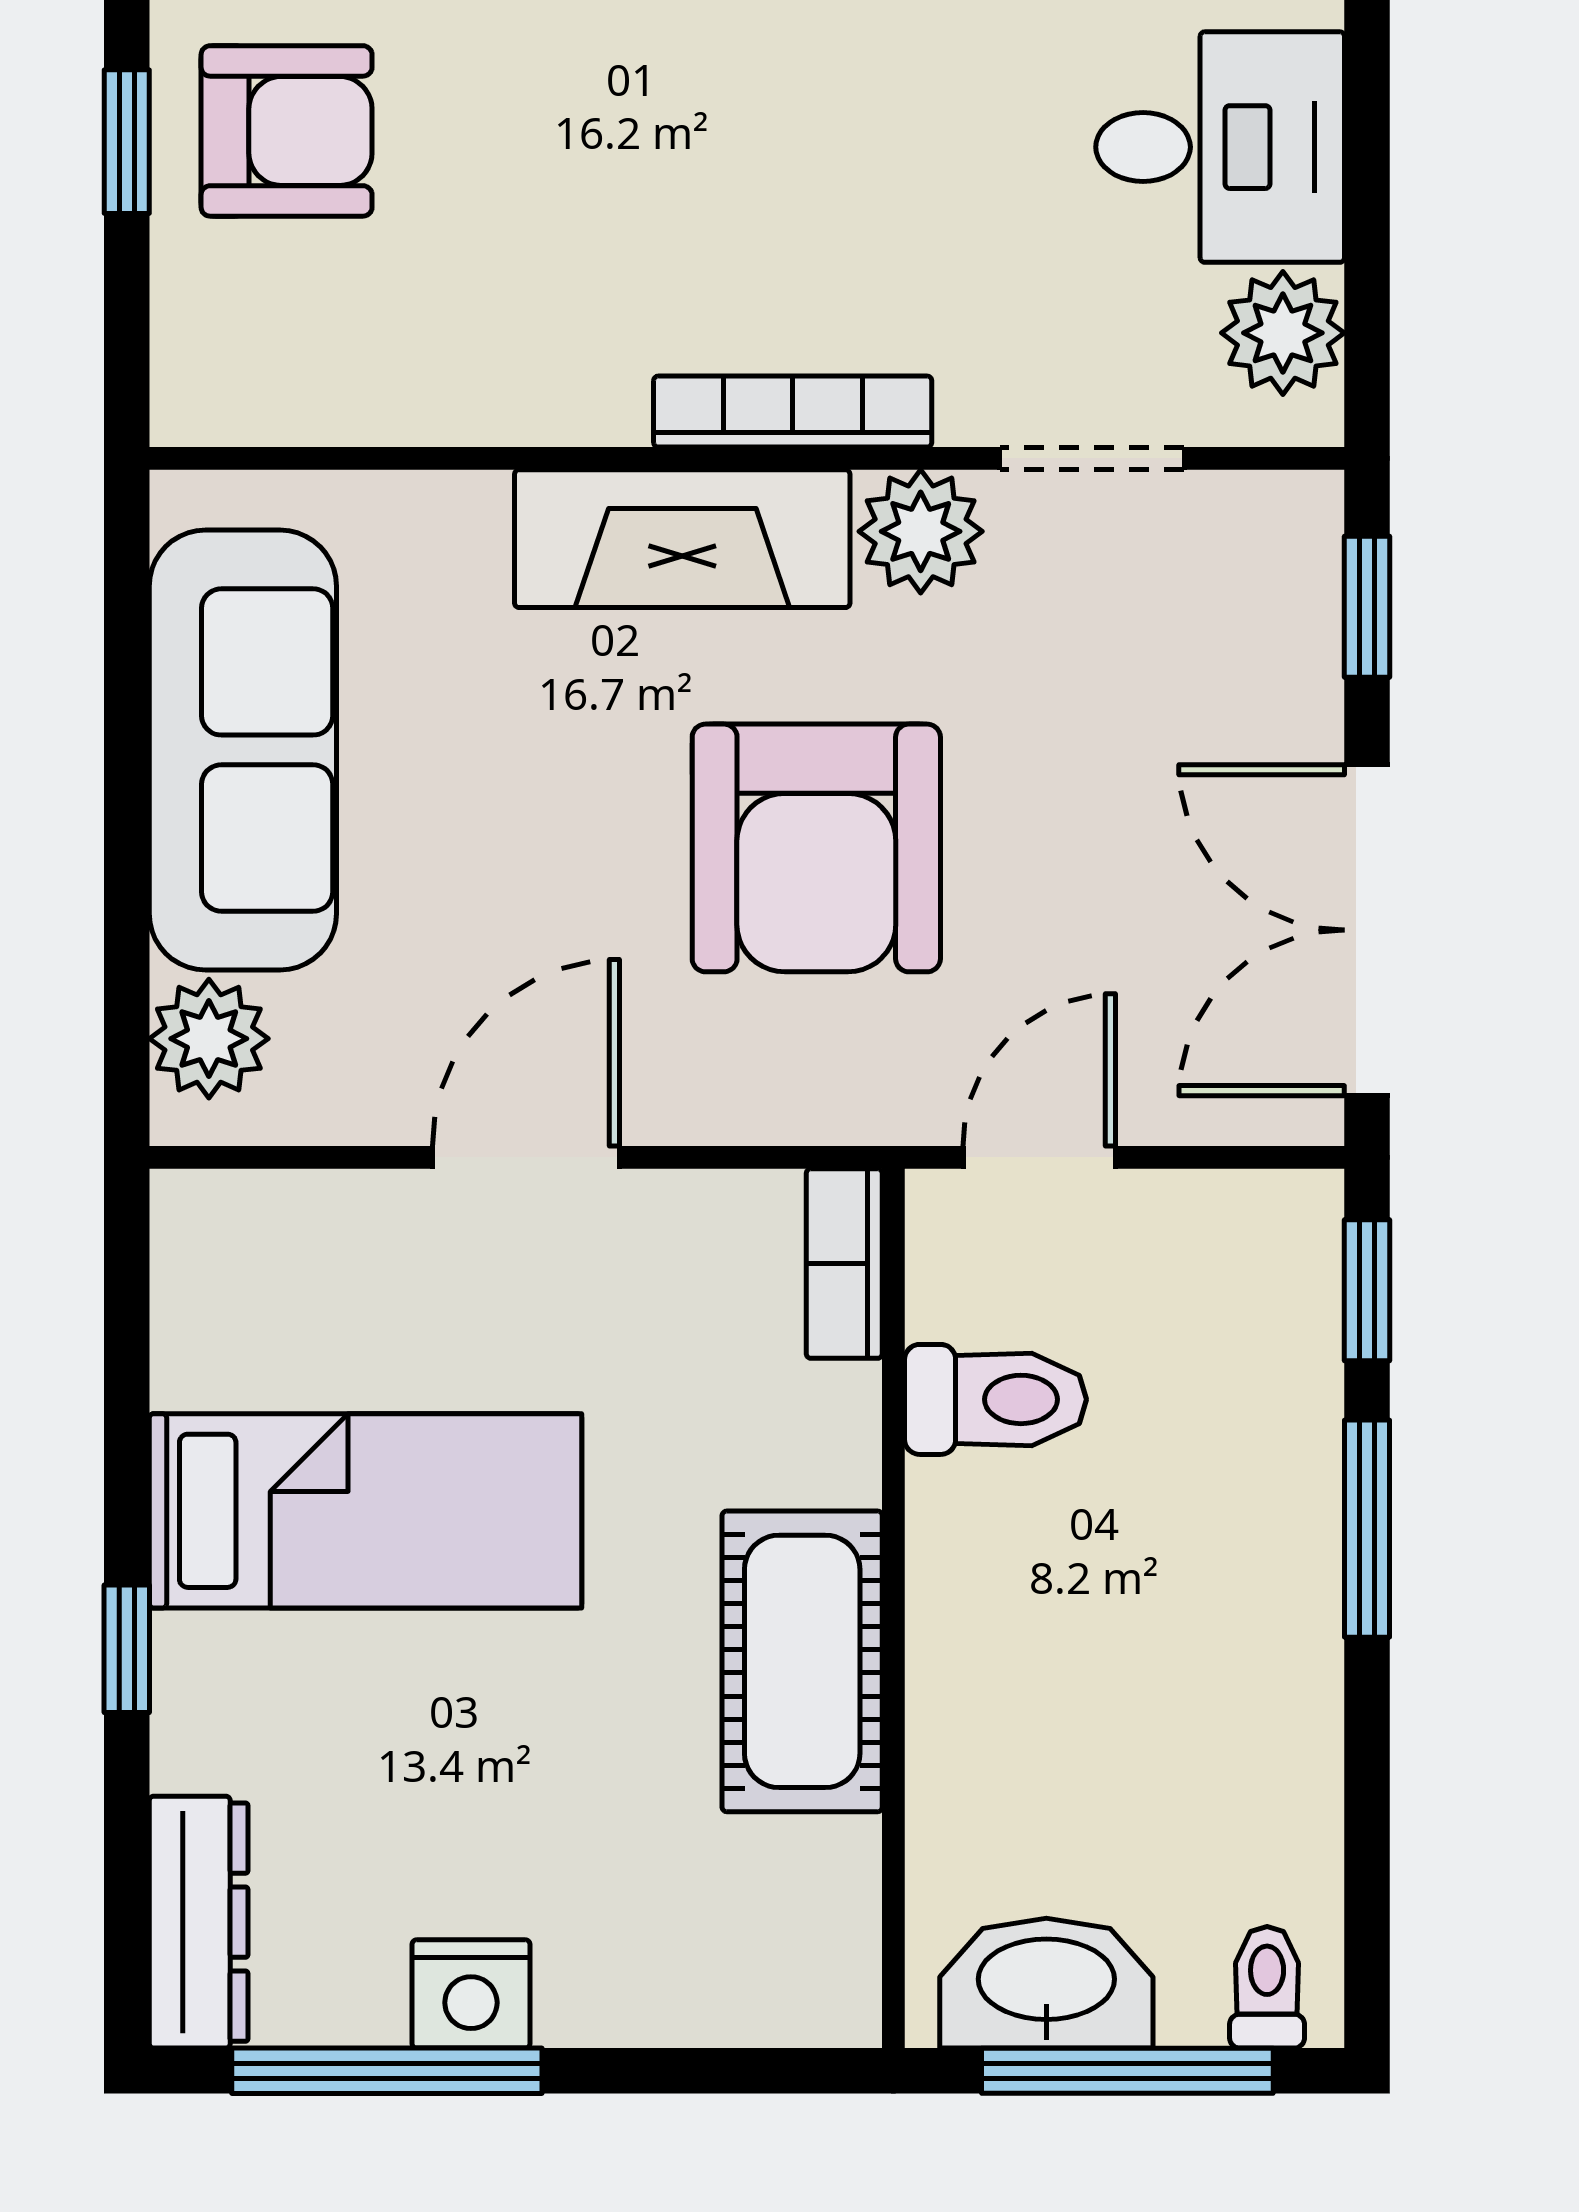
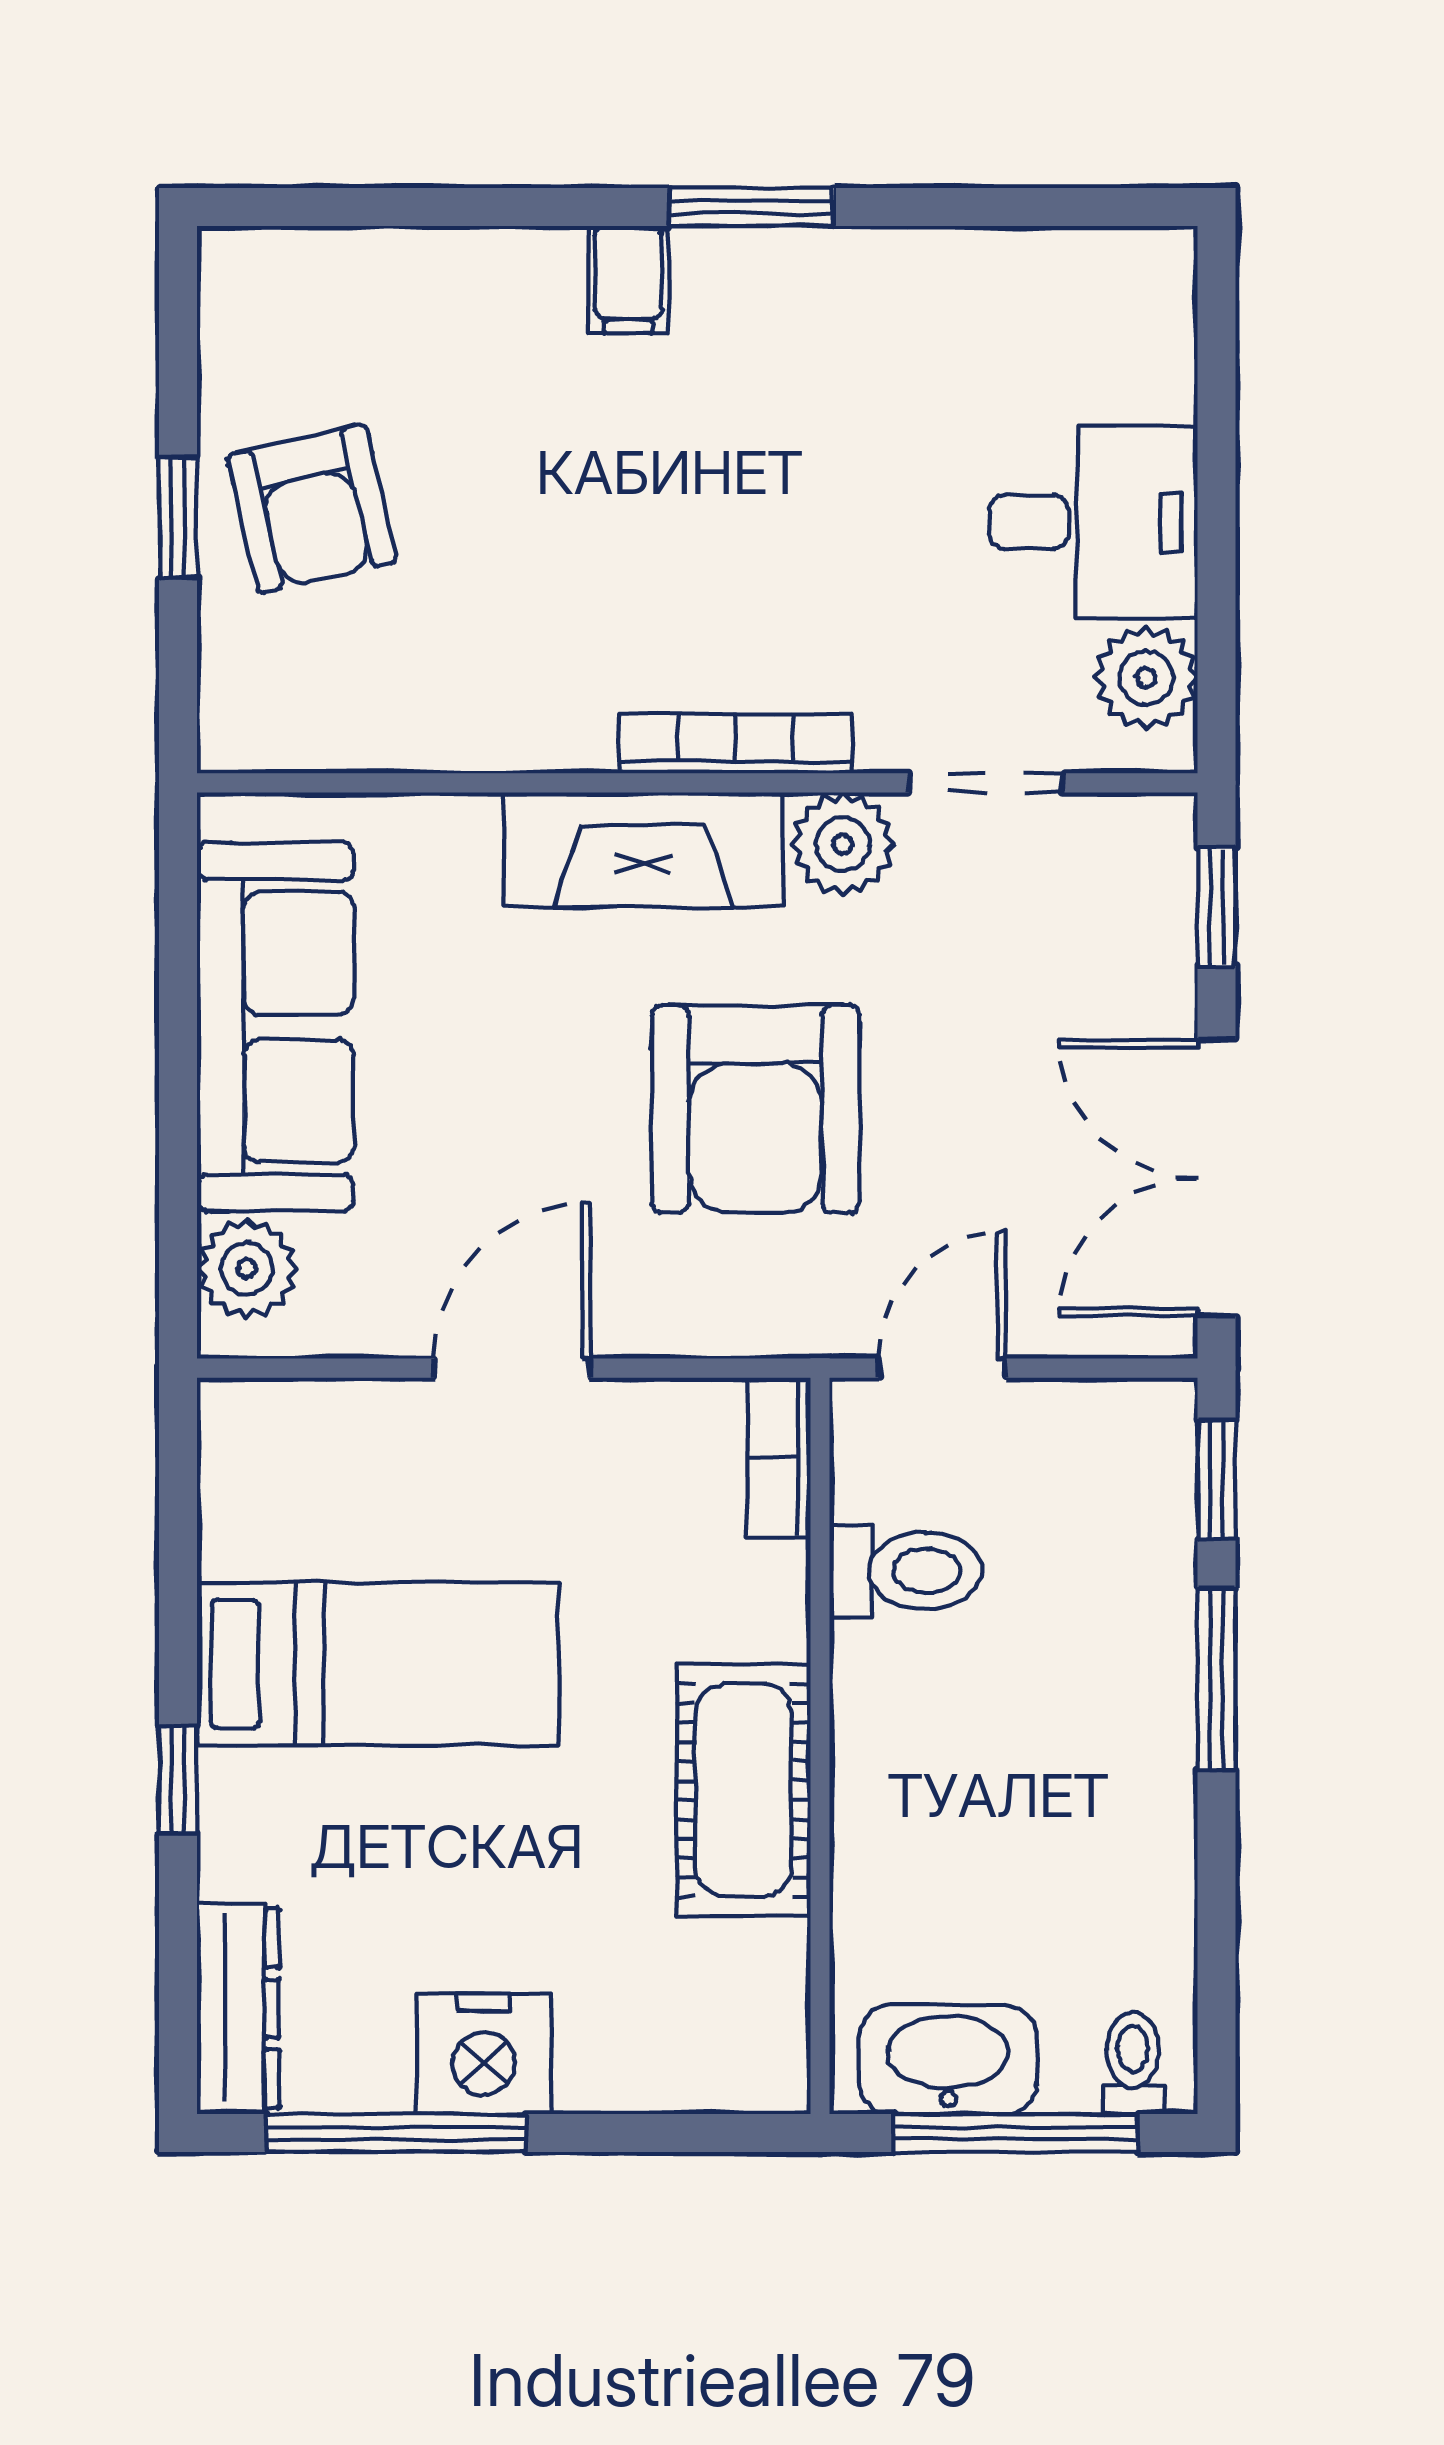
armchair: (287, 131) -> (312, 509), turned 77
nightstand: (471, 1994) -> (484, 2054), width x1.36, depth x1.33

